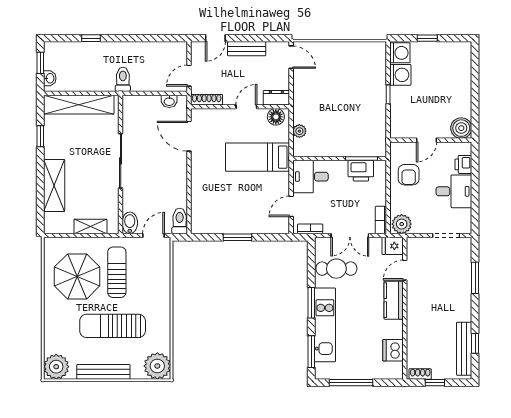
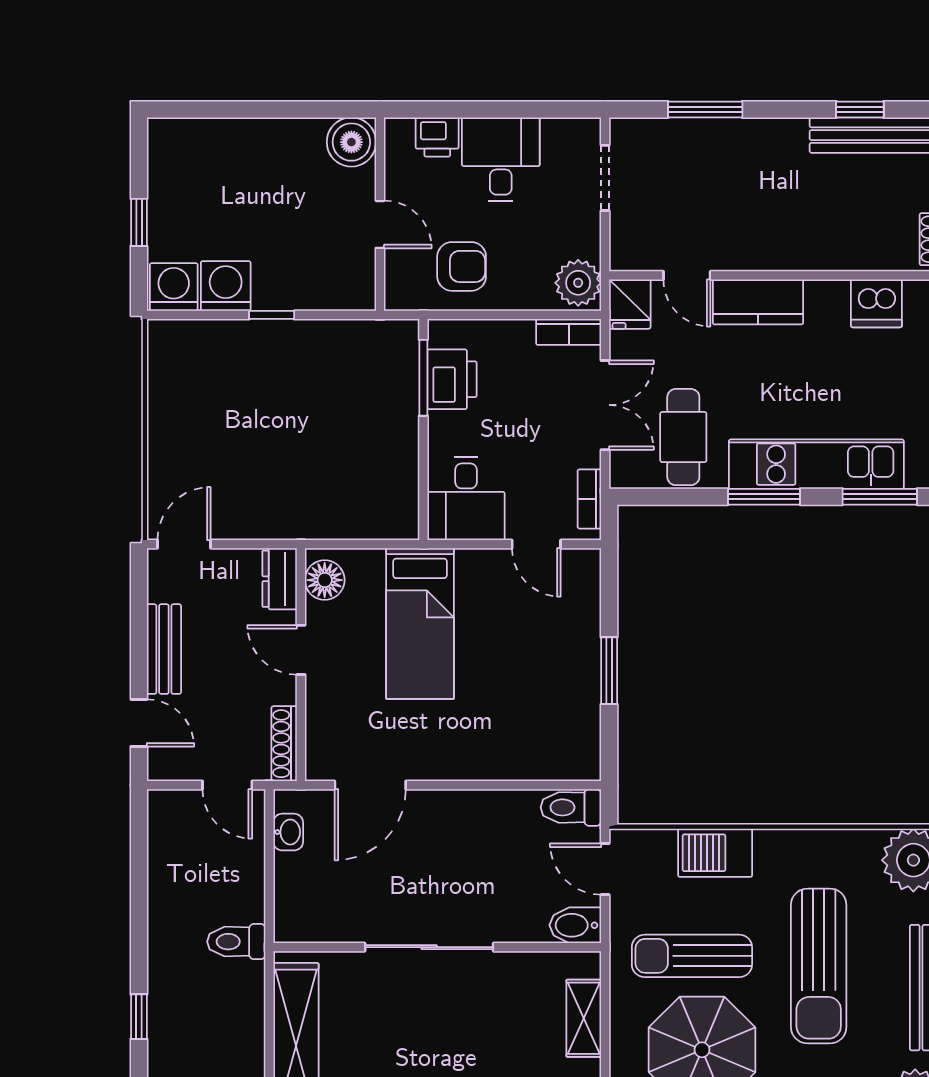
plant: (299, 131) -> (358, 524), removed
barbecue: (160, 282) -> (715, 853), added

